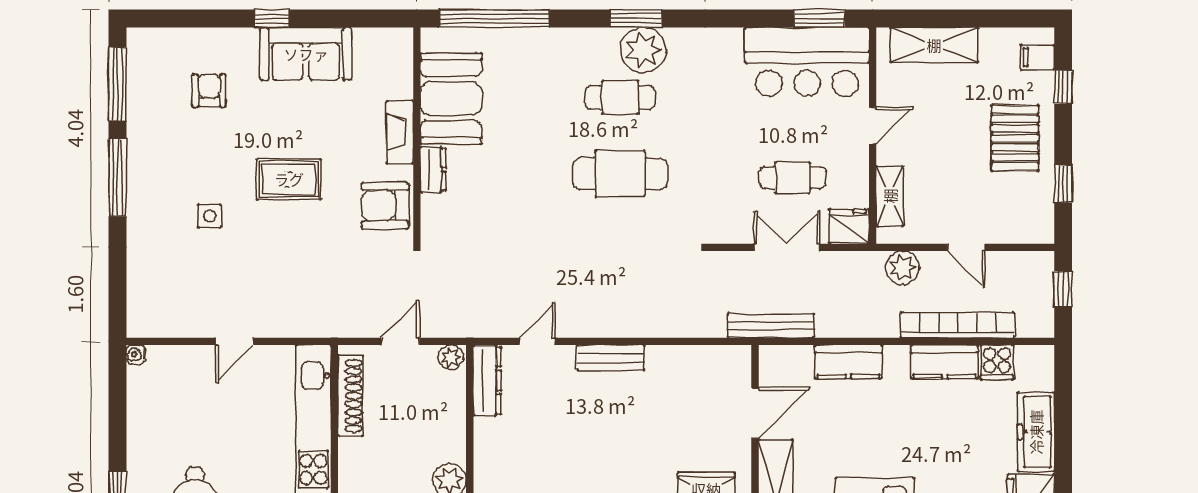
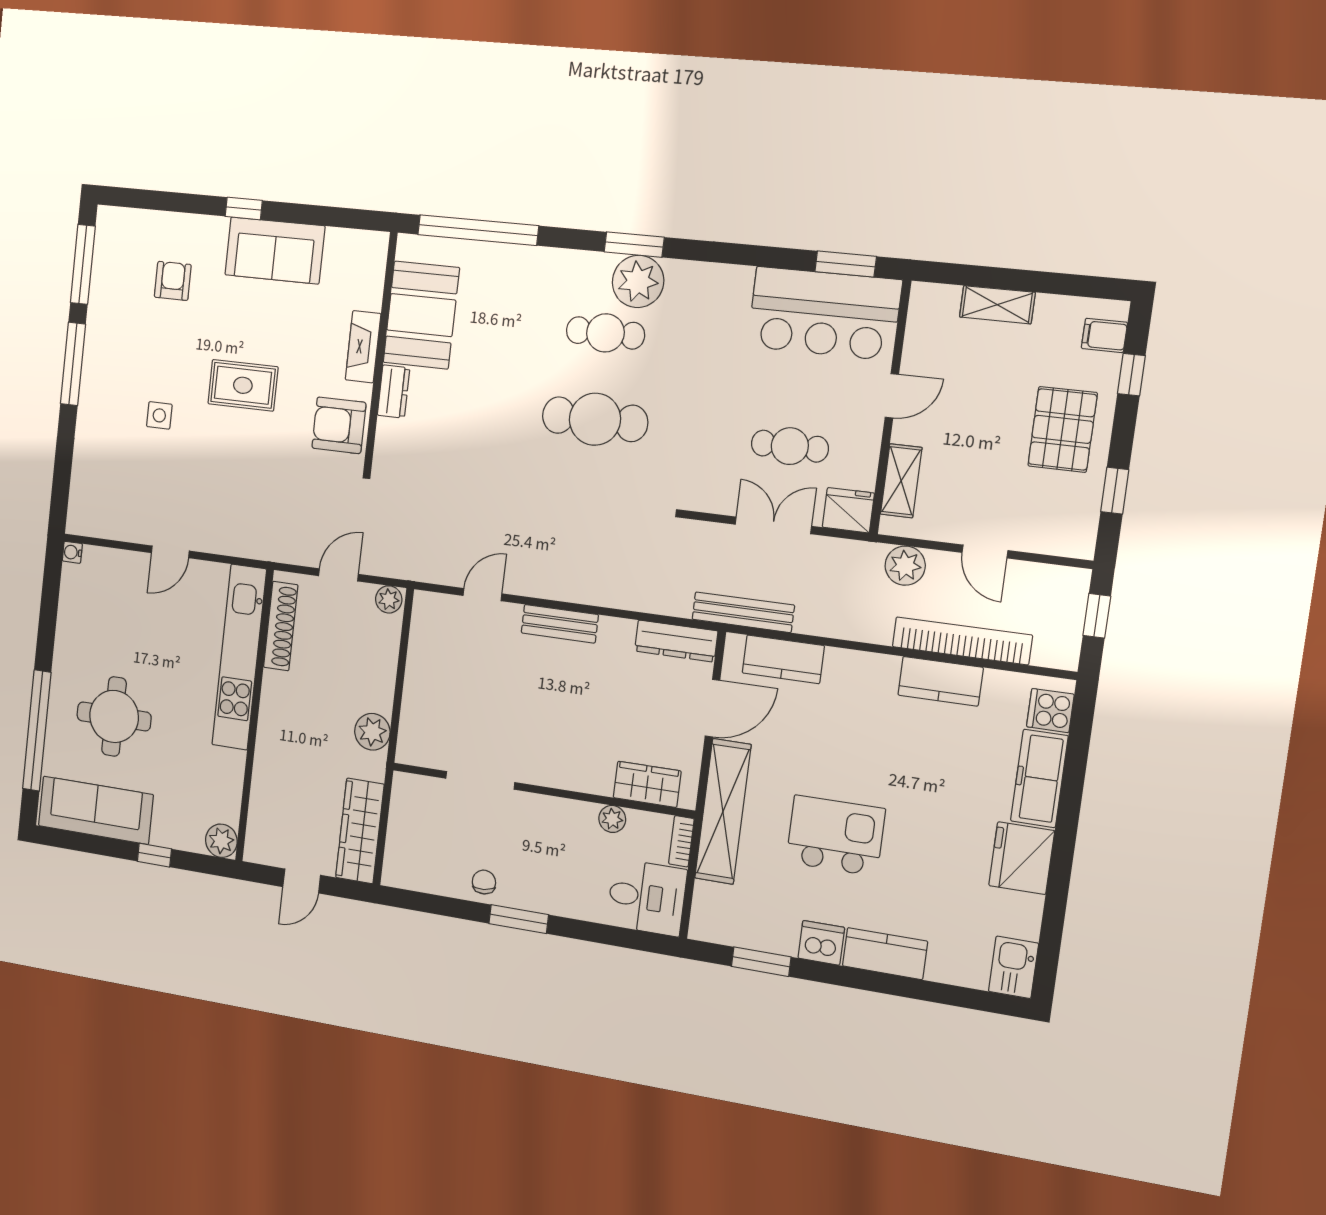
shelving: (934, 45) -> (997, 305), width x0.67, depth x0.75
kitchen counter: (848, 362) -> (783, 659), moved
cooker: (997, 362) -> (1050, 710), moved, turned 90
dresser: (487, 380) -> (676, 641), moved, turned 90

